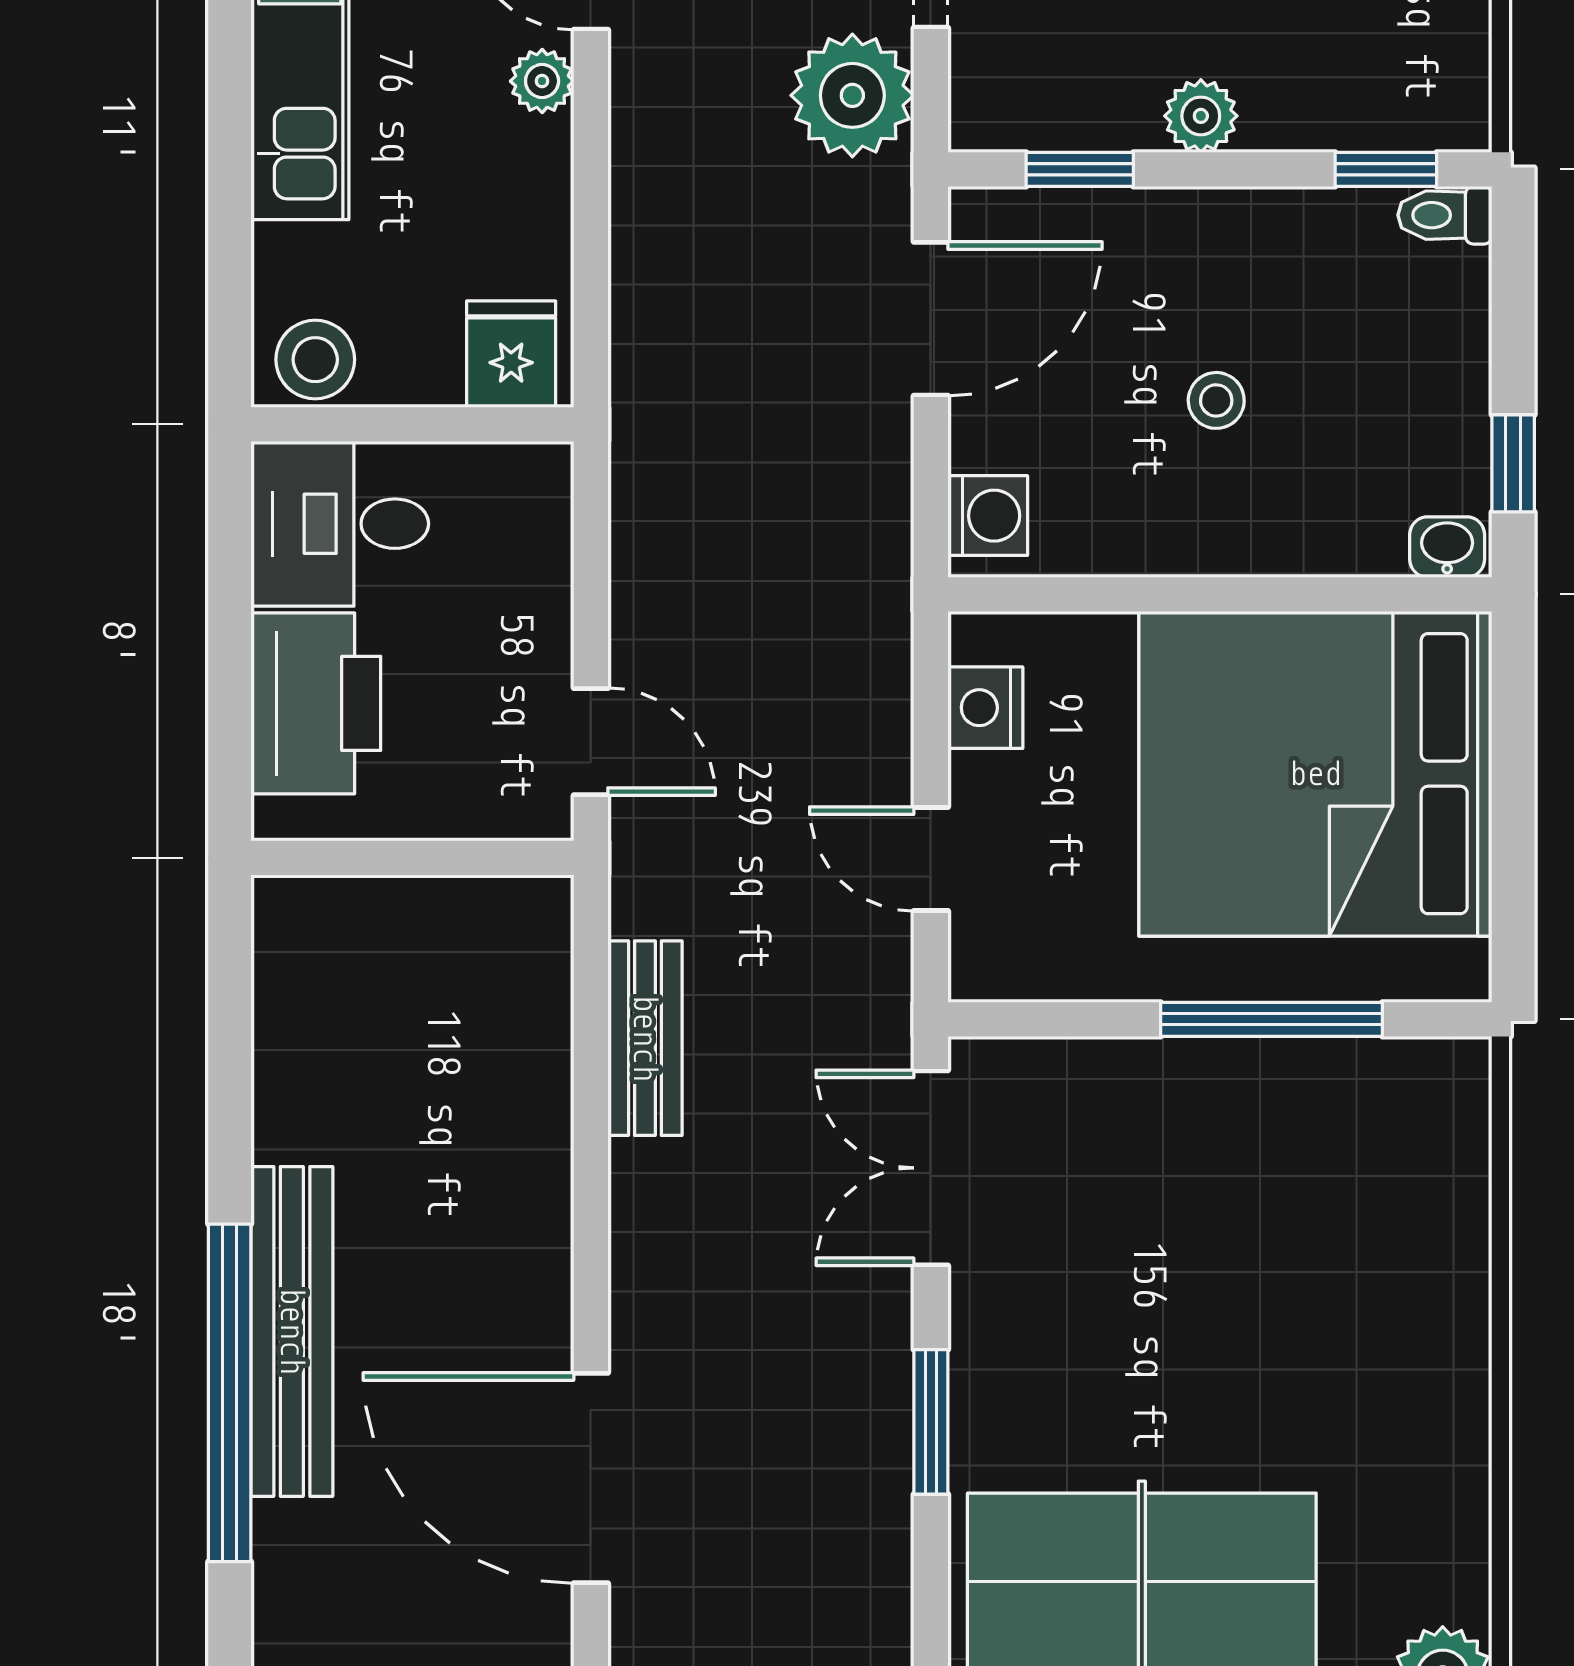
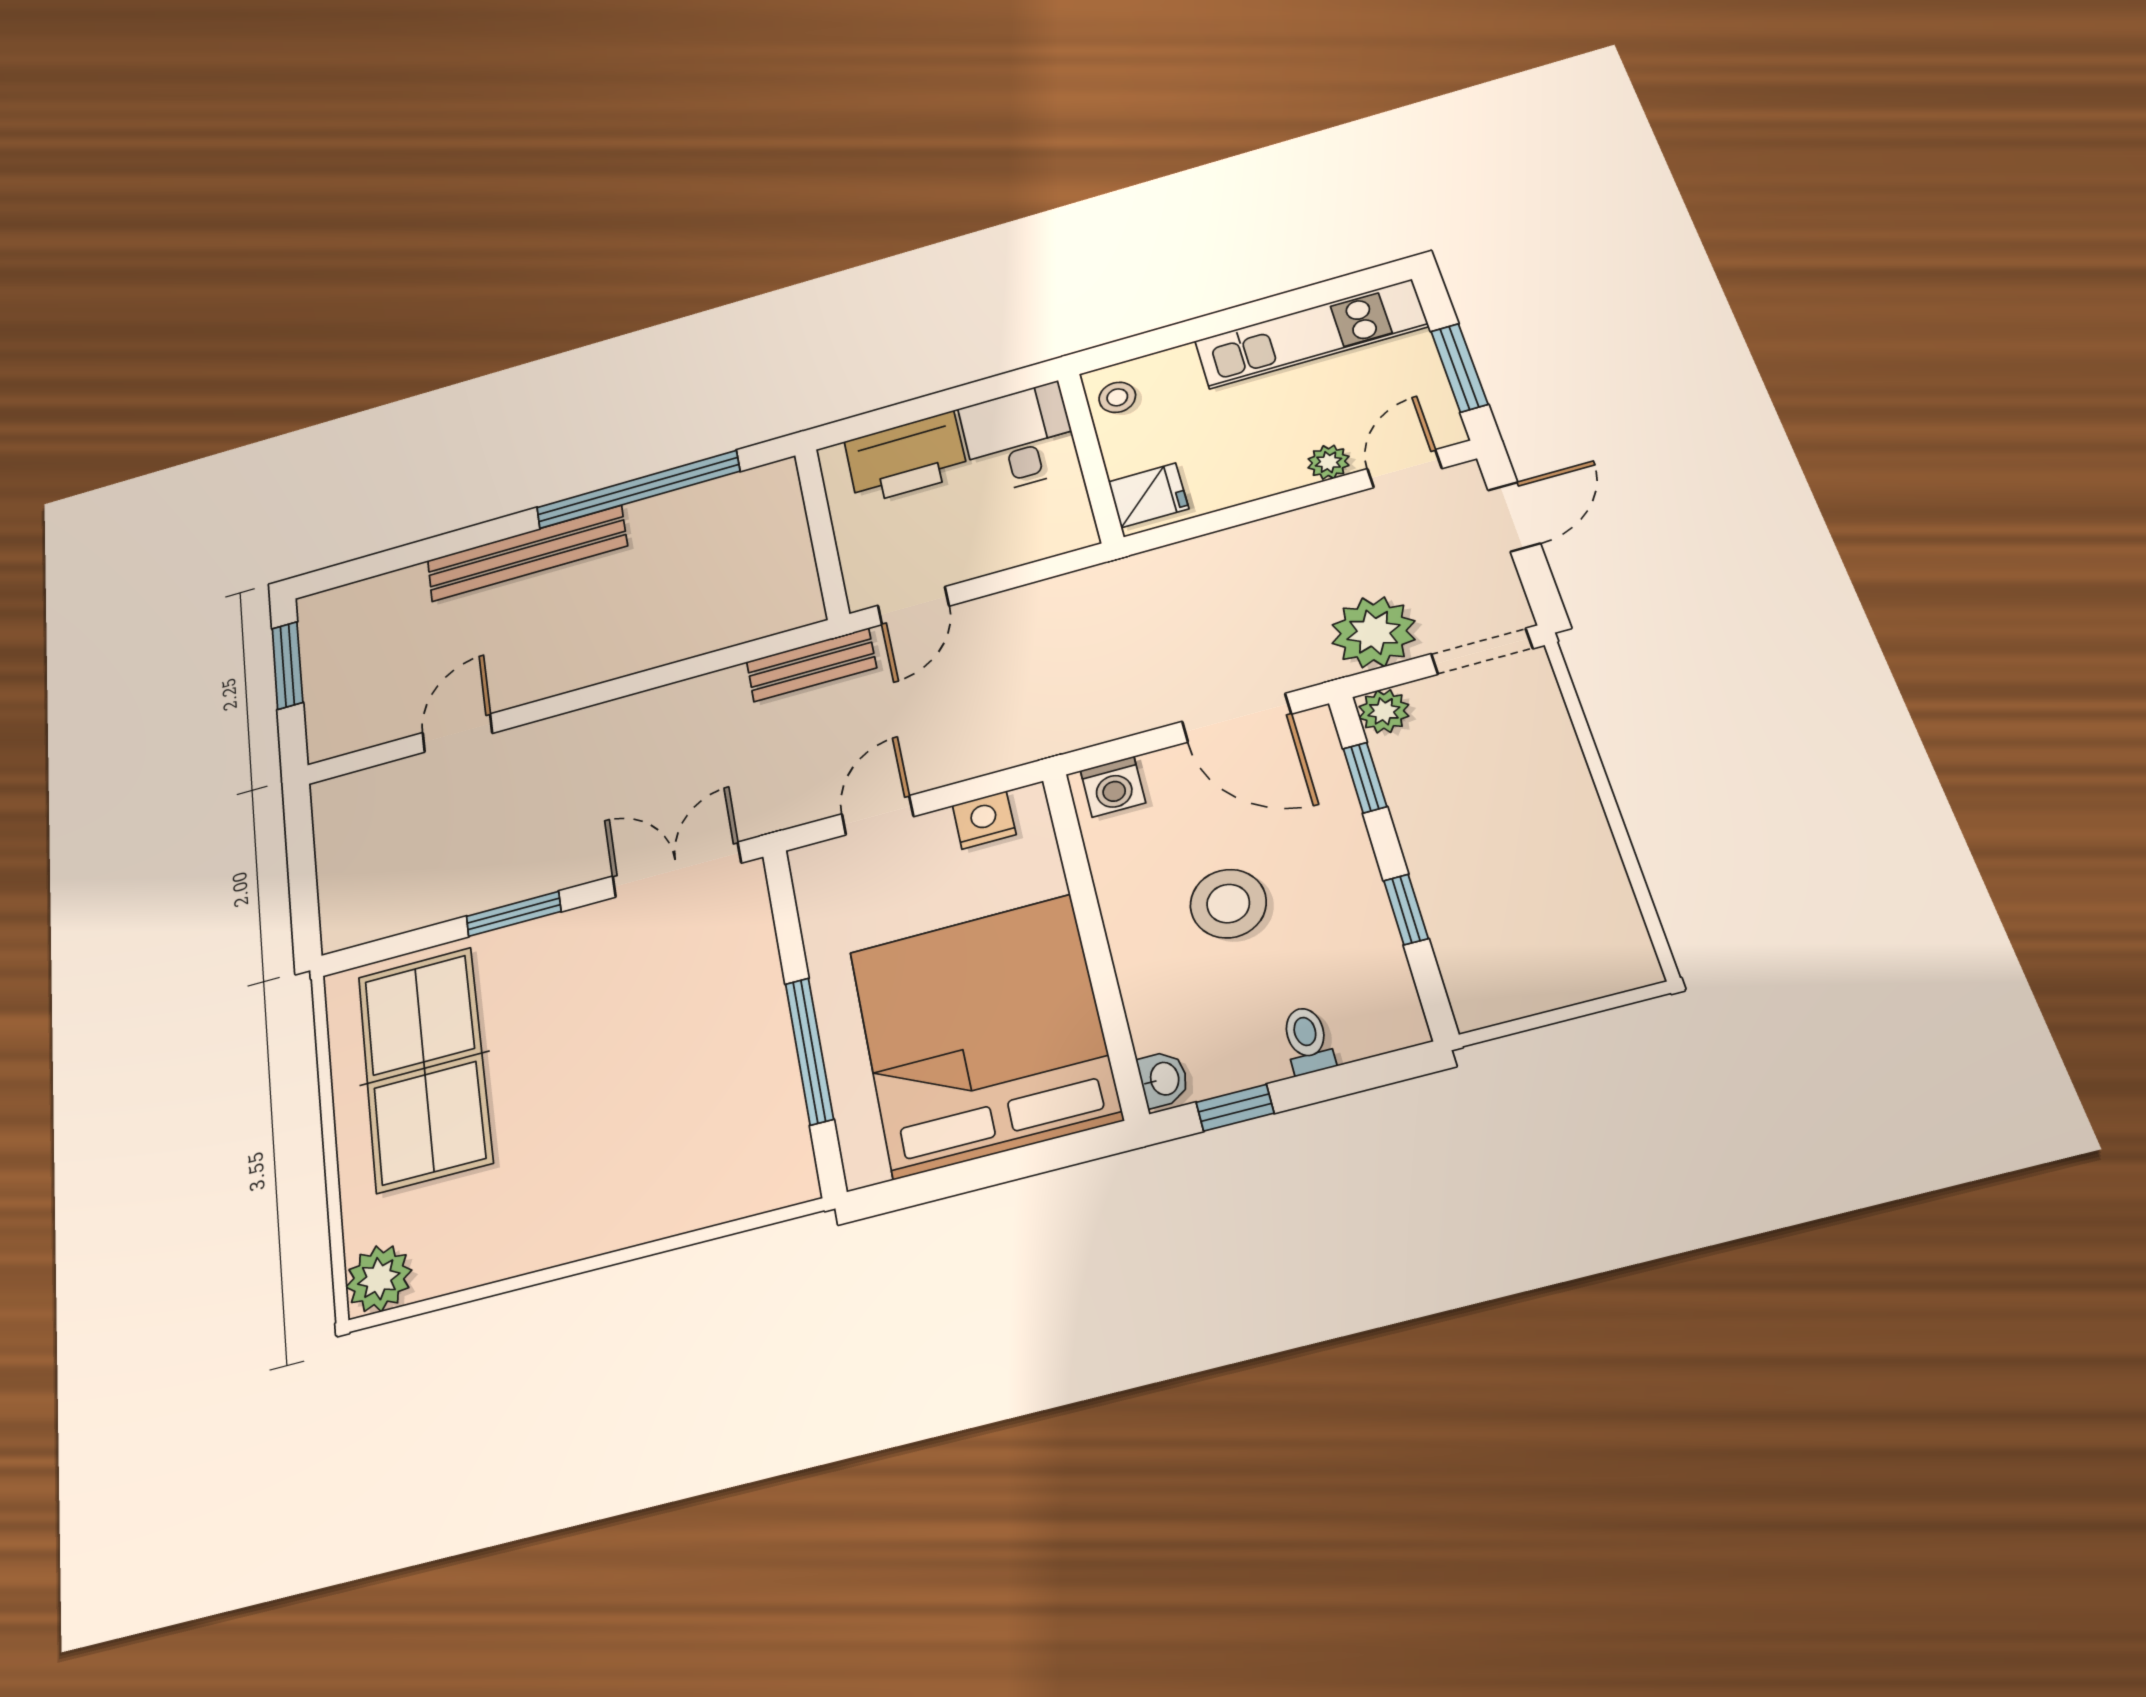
plant: (1201, 116) -> (1384, 711), moved
window: (1386, 169) -> (1406, 909), moved
toilet: (1445, 215) -> (1307, 1040), moved
stool: (315, 360) -> (1117, 397), width x0.73, depth x0.73
stool: (1216, 400) -> (1228, 904), width x1.89, depth x1.89
bench: (645, 1038) -> (811, 665), moved
window: (230, 1393) -> (638, 490), moved
door: (591, 1478) -> (457, 733), width x0.53

